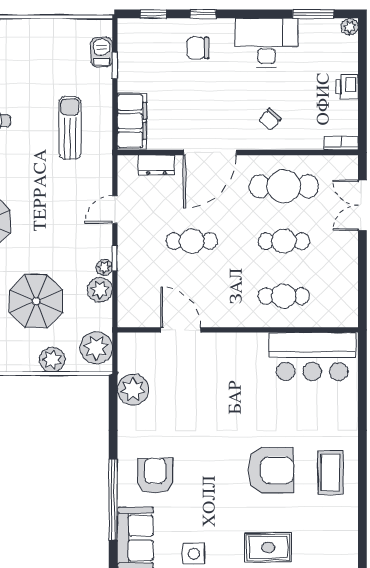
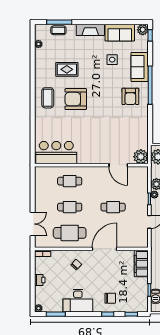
dresser: (156, 165) -> (130, 243), removed
plant: (133, 390) -> (141, 157), moved
rug: (268, 547) -> (67, 69), moved

